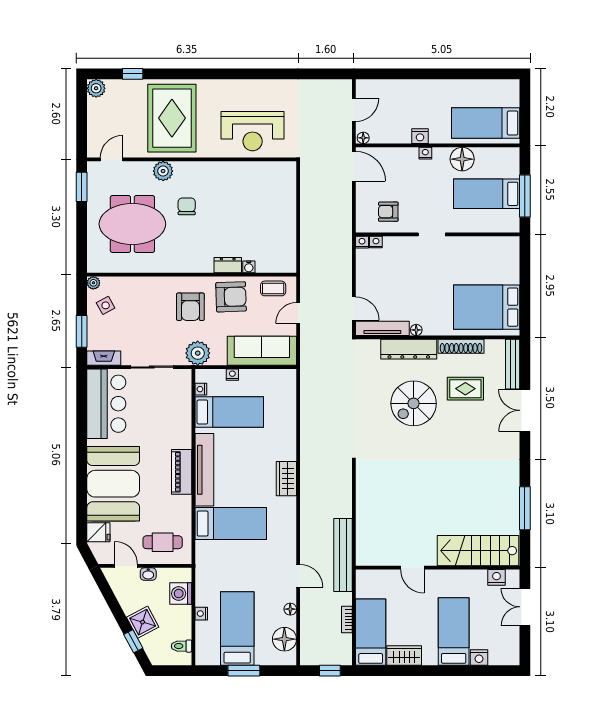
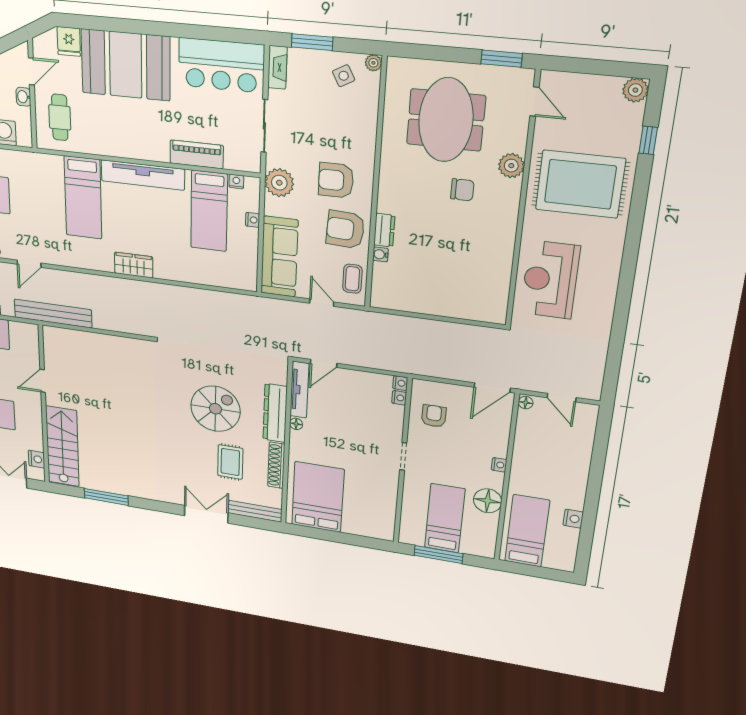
nightstand: (420, 136) -> (573, 519), moved, turned 180
armchair: (231, 297) -> (345, 229), turned 95
spiral stairs: (414, 403) -> (215, 409), turned 90
piano: (182, 472) -> (197, 154), moved

